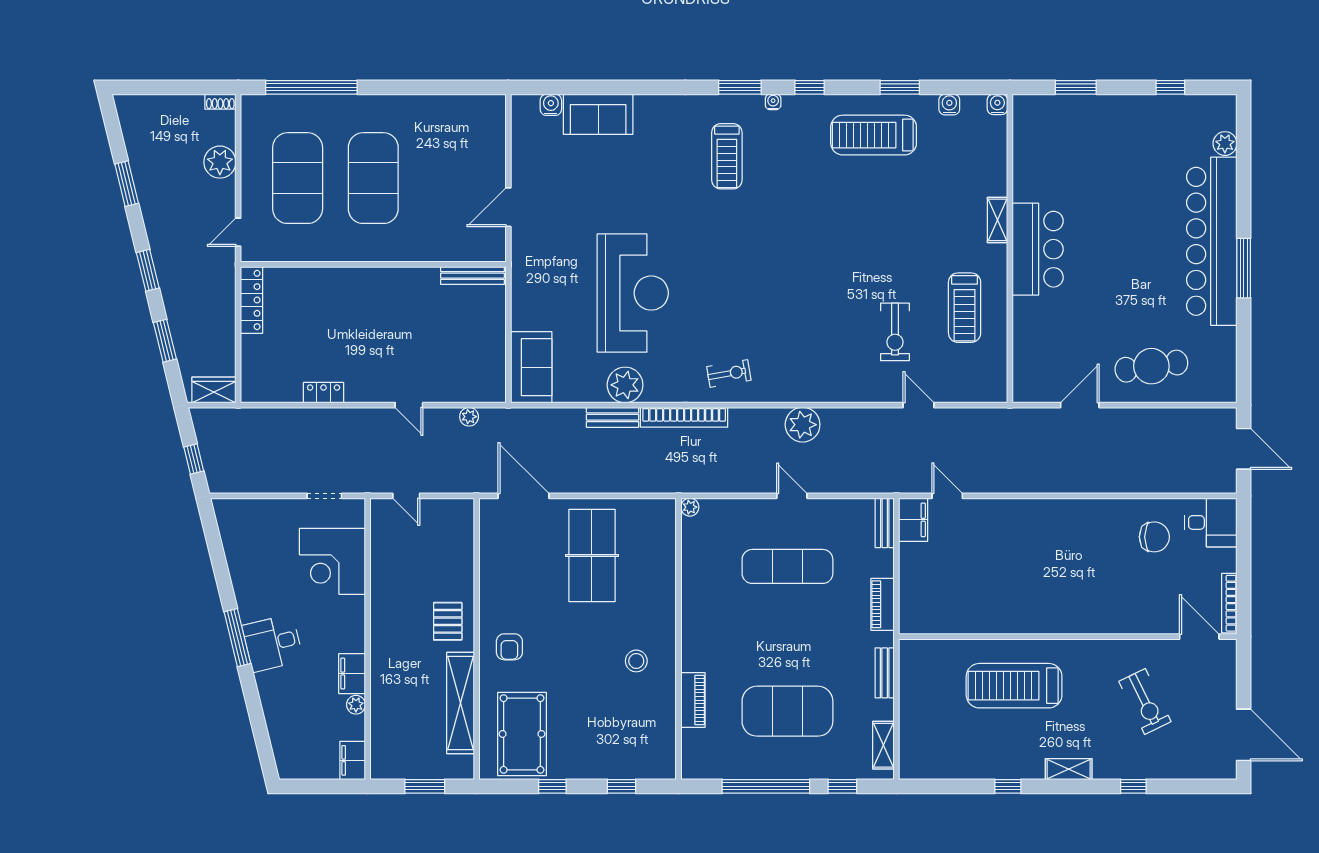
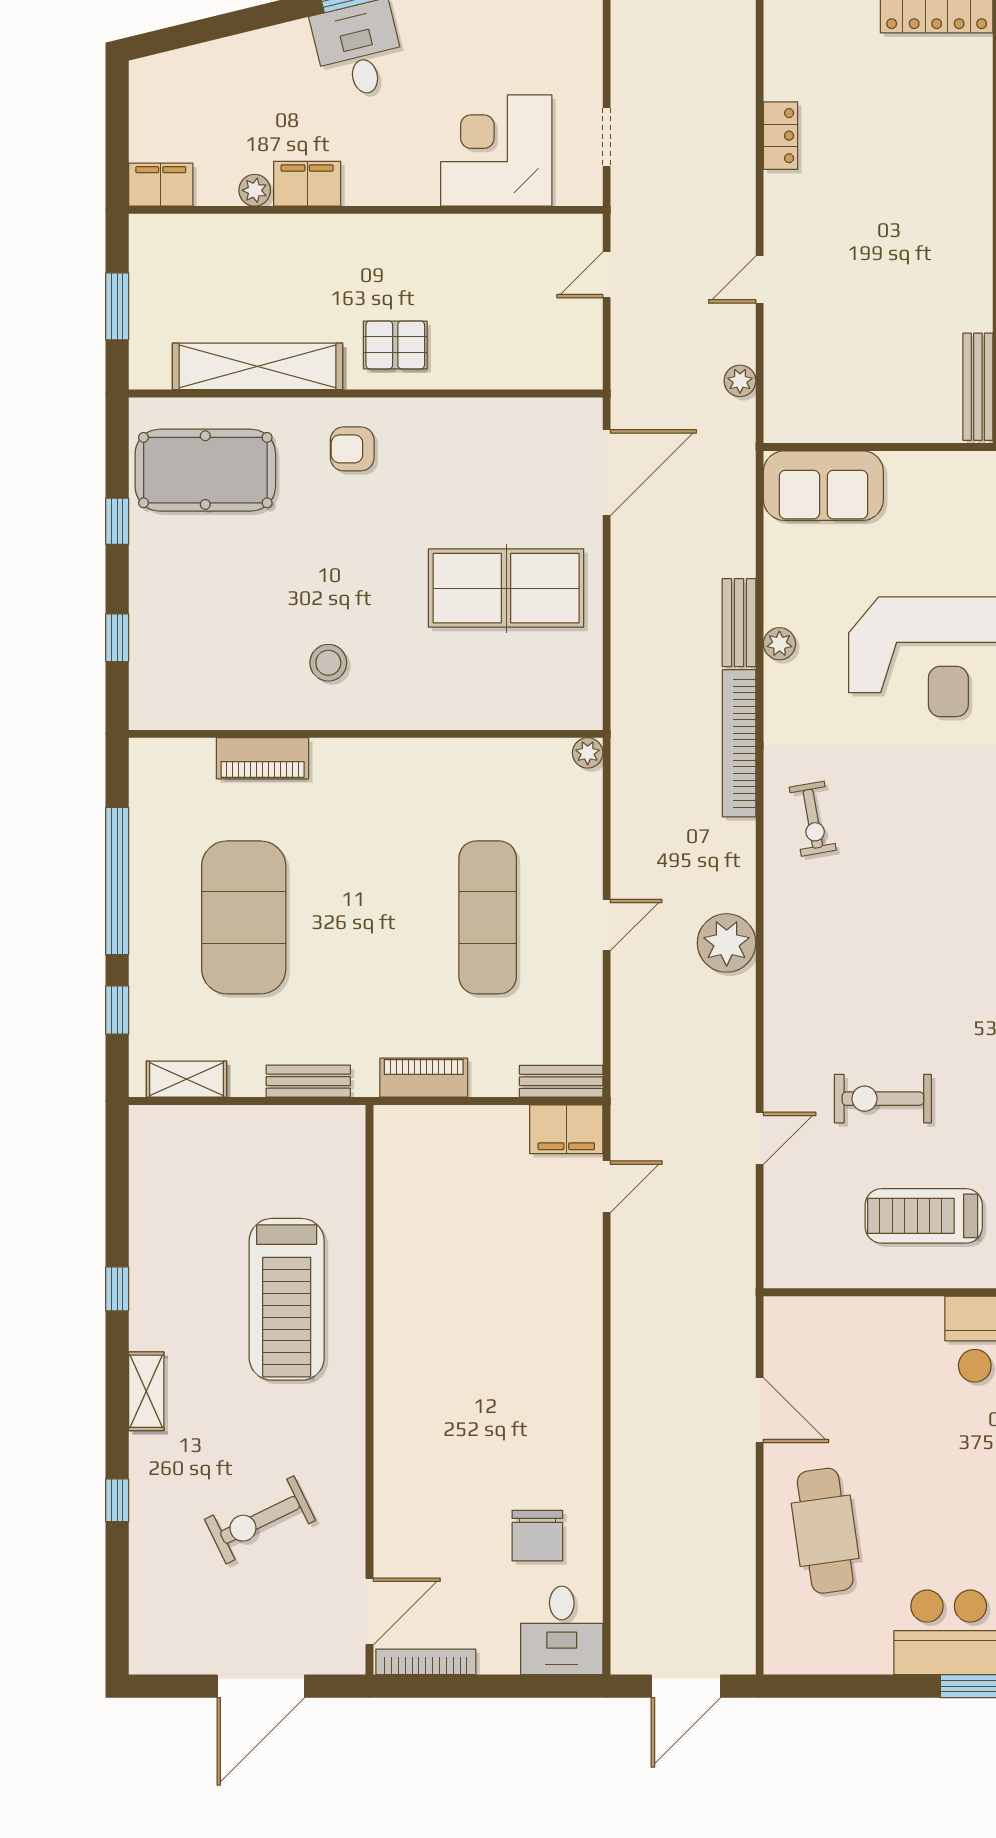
plant: (625, 385) -> (779, 644), width x0.53, depth x0.53
treadmill: (1014, 686) -> (287, 1299), turned 180
door: (1244, 735) -> (261, 1686), moved

